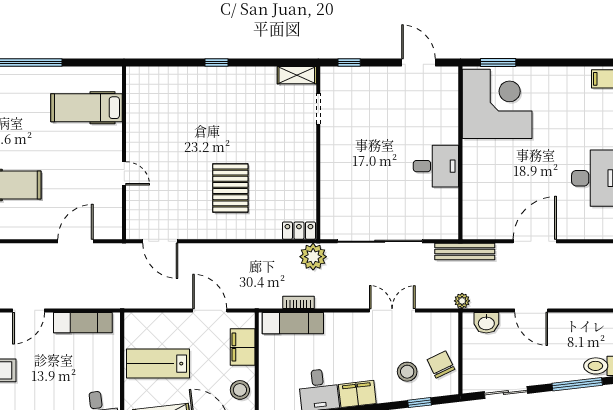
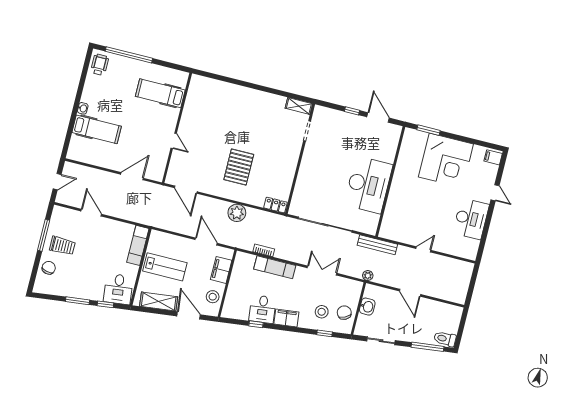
window: (216, 63) -> (250, 85), removed
window: (349, 63) -> (352, 111), moved
corner desk: (497, 104) -> (446, 161), moved, turned 90
desk: (436, 166) -> (368, 185), width x1.87, depth x1.30
door: (535, 241) -> (423, 249), width x0.53
plant: (313, 257) -> (237, 213), moved
door: (29, 310) -> (91, 213), swing flipped
exam couch: (83, 323) -> (138, 245), moved, turned 90
exam couch: (293, 323) -> (275, 267), moved
washbasin: (486, 323) -> (367, 307), moved, turned -90
lab bench: (158, 364) -> (165, 267), turned 180

